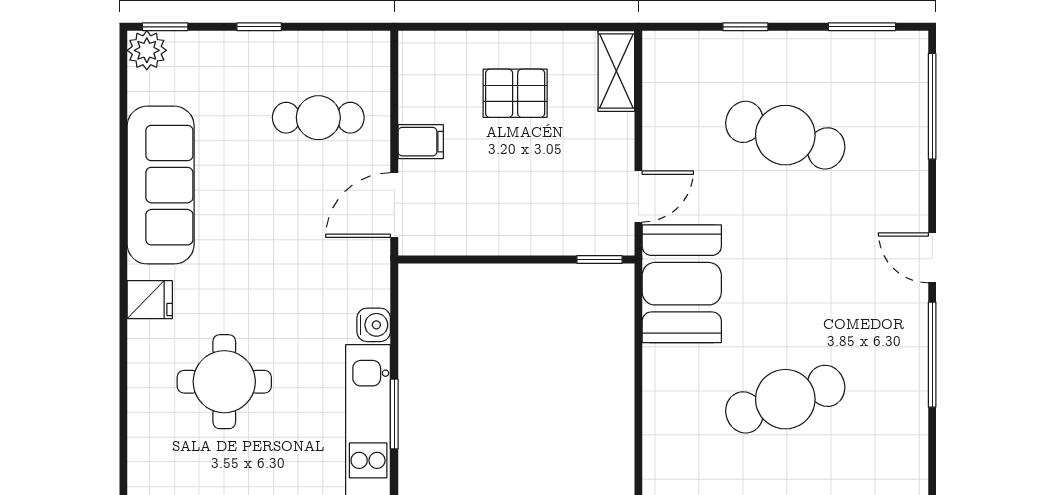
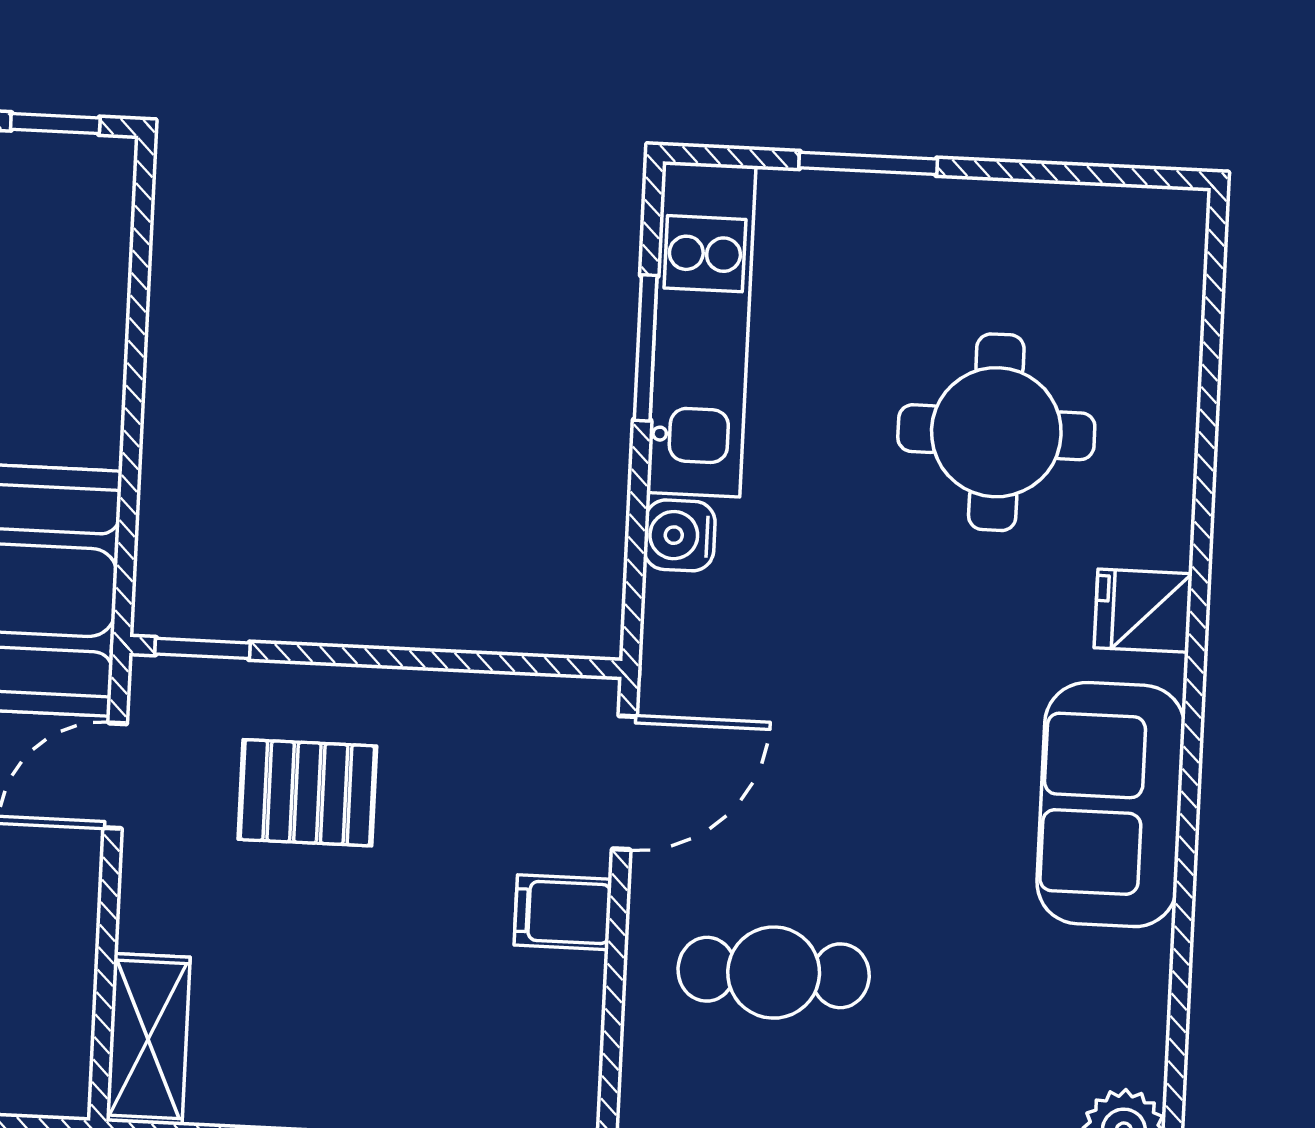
pallet: (515, 93) -> (307, 793), moved
sofa: (161, 185) -> (1111, 805), width x0.73

